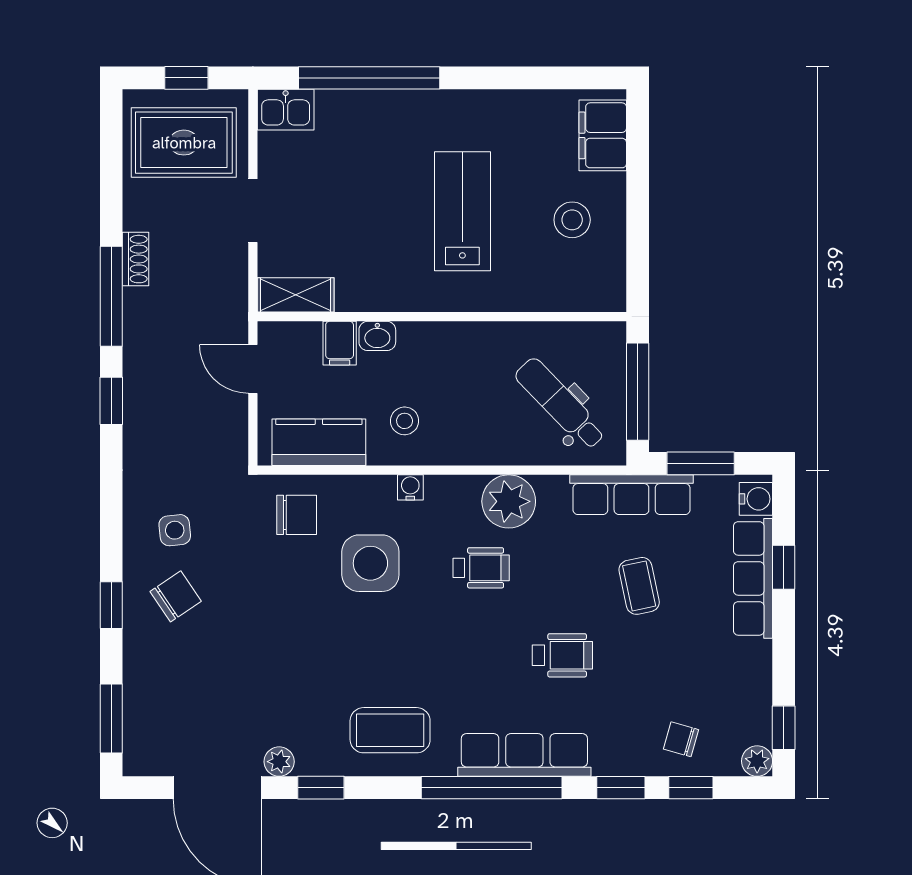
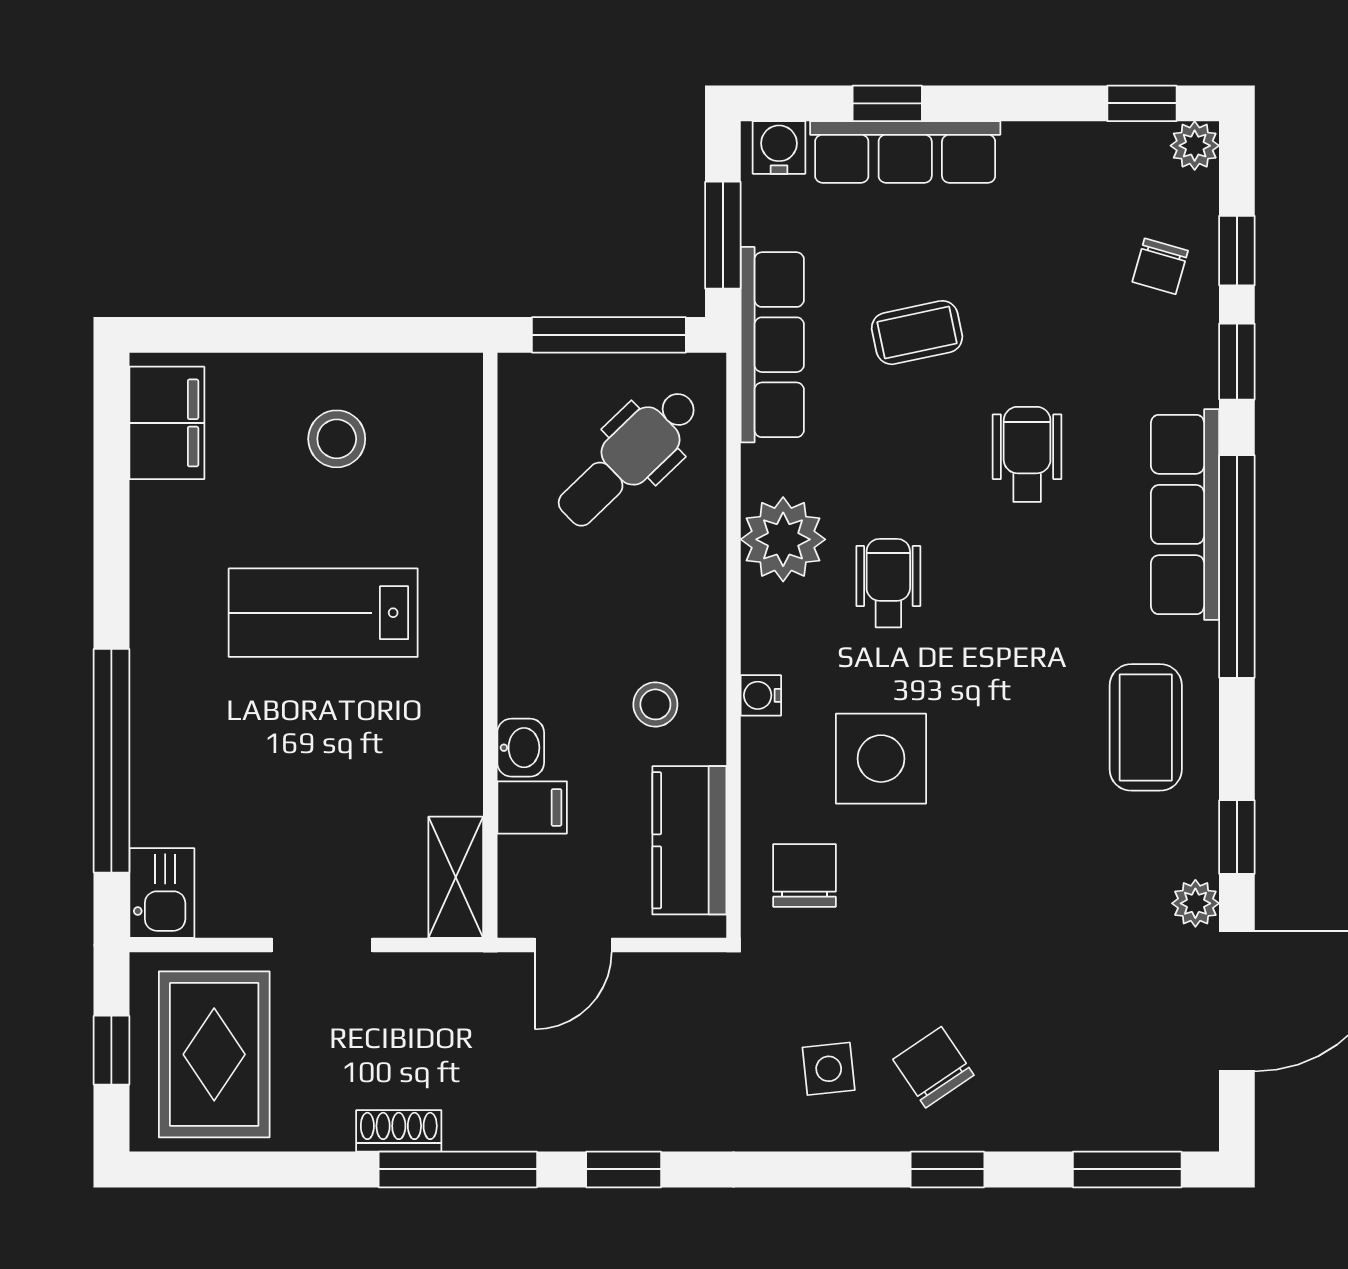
filing cabinet: (603, 135) -> (167, 423), moved, turned -90

